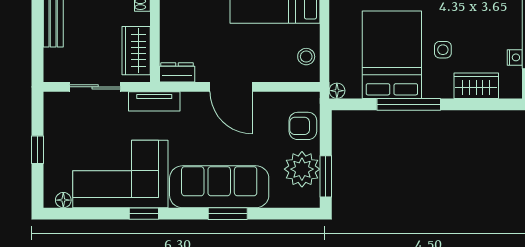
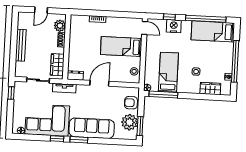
bed: (392, 55) -> (168, 72), width x0.67
door: (231, 87) -> (99, 83), swing flipped
window: (409, 104) -> (163, 95), moved
window: (37, 150) -> (11, 93), moved
window: (228, 214) -> (79, 140), moved

